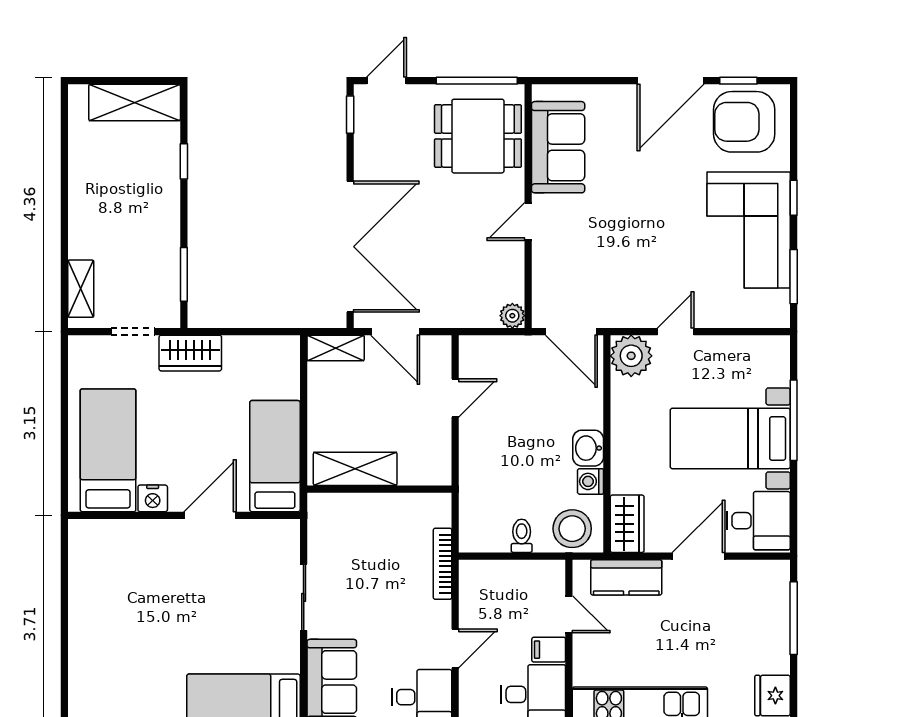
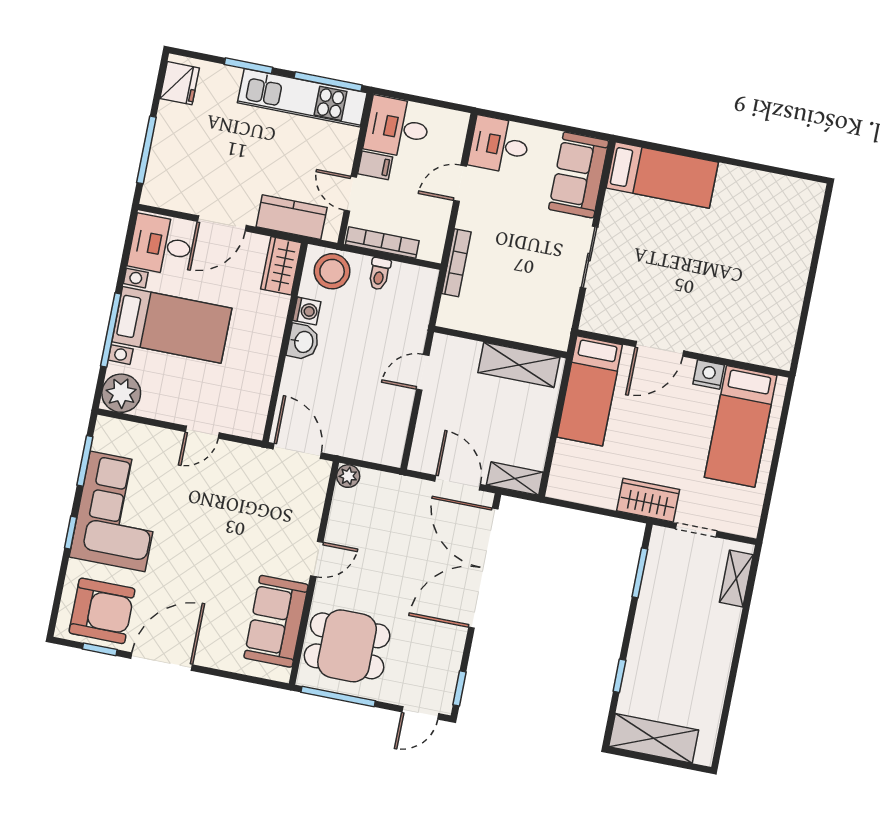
plant: (631, 356) -> (121, 393), moved
door: (455, 398) -> (423, 372), moved
bookcase: (525, 570) -> (382, 243), added

